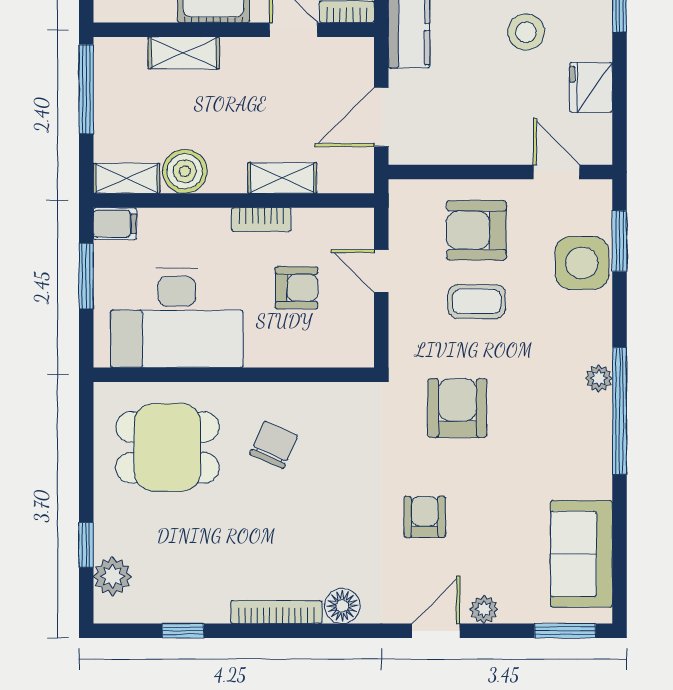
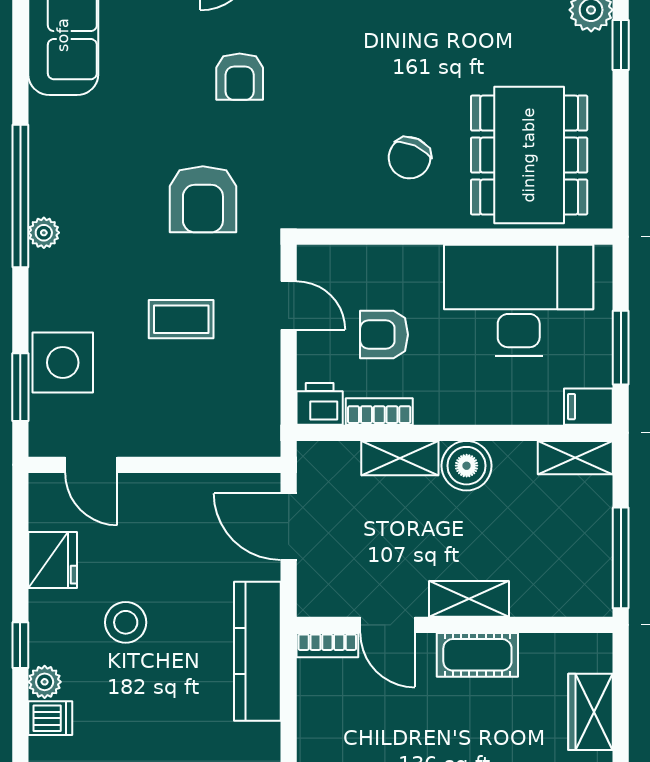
shelving: (184, 53) -> (469, 599), moved
door: (381, 117) -> (289, 527), swing flipped
boiler: (185, 171) -> (467, 466), moved
bookcase: (261, 219) -> (379, 411), moved
printer: (354, 226) -> (320, 404), added
armchair: (476, 230) -> (182, 399), removed
door: (381, 271) -> (289, 305), moved
dining table: (167, 447) -> (529, 155), width x1.38

